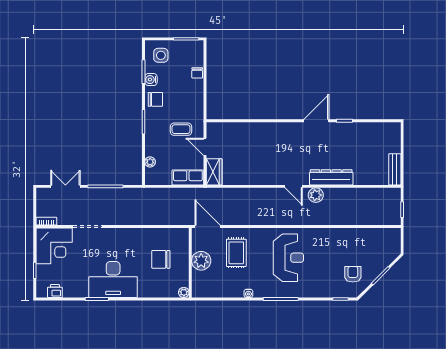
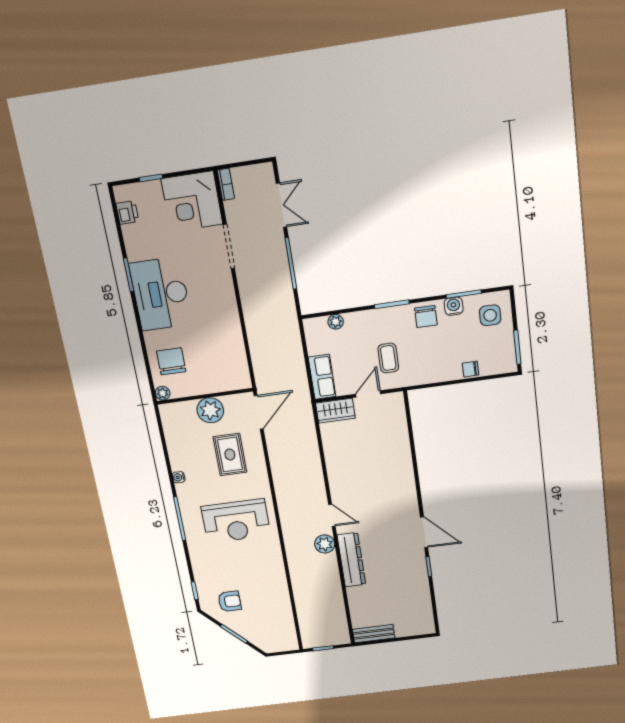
door: (294, 186) -> (332, 515), swing flipped
rug: (236, 253) -> (230, 455), turned 90
chair: (161, 259) -> (171, 361), moved

